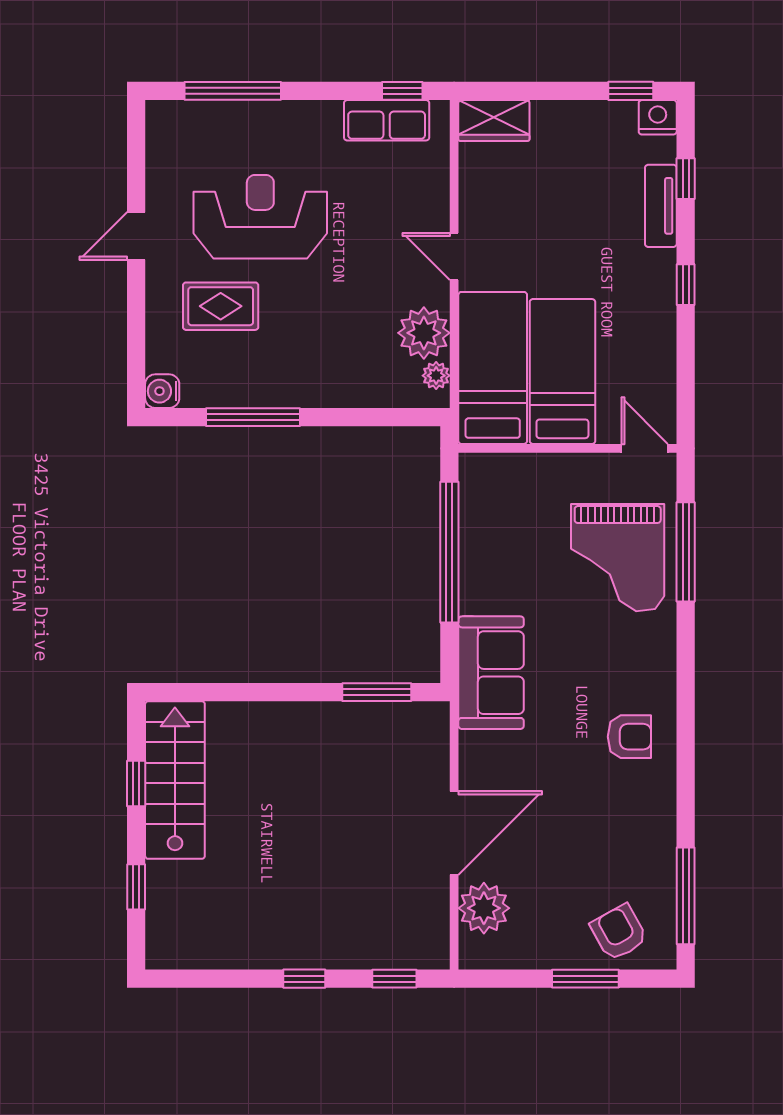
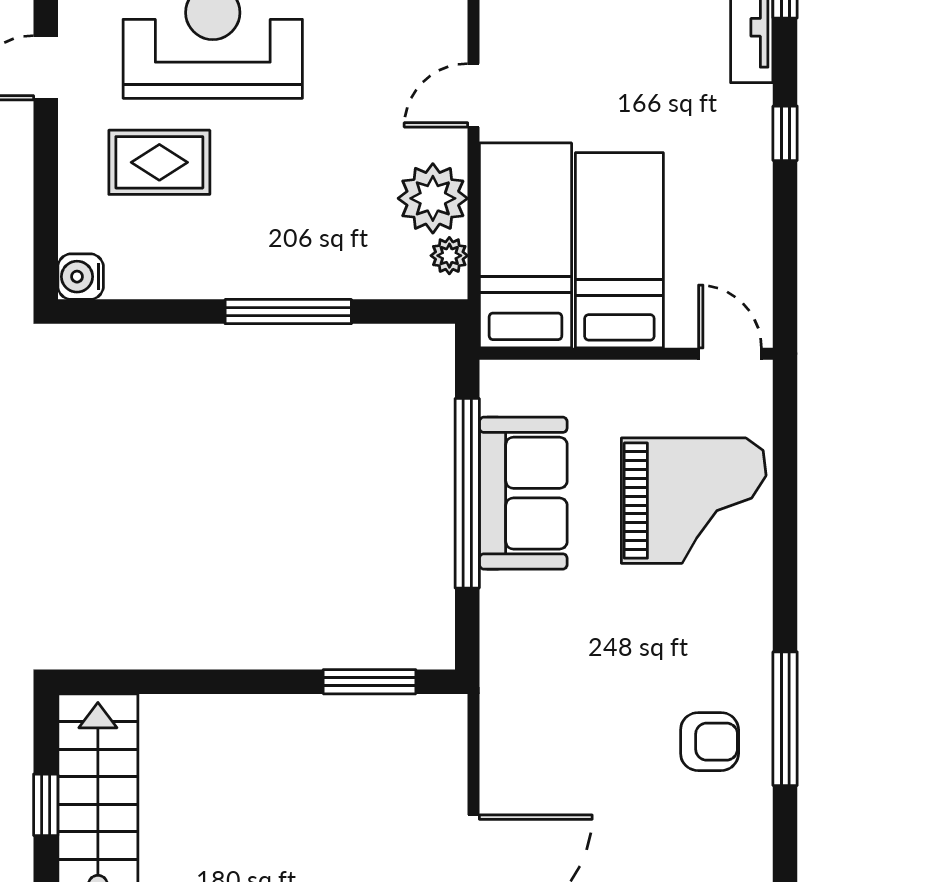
door: (454, 256) -> (474, 95), hinge flipped
window: (253, 417) -> (288, 312), moved
window: (686, 552) -> (785, 719), moved
grand piano: (618, 558) -> (694, 501), turned -90
sofa: (491, 673) -> (523, 493), moved

